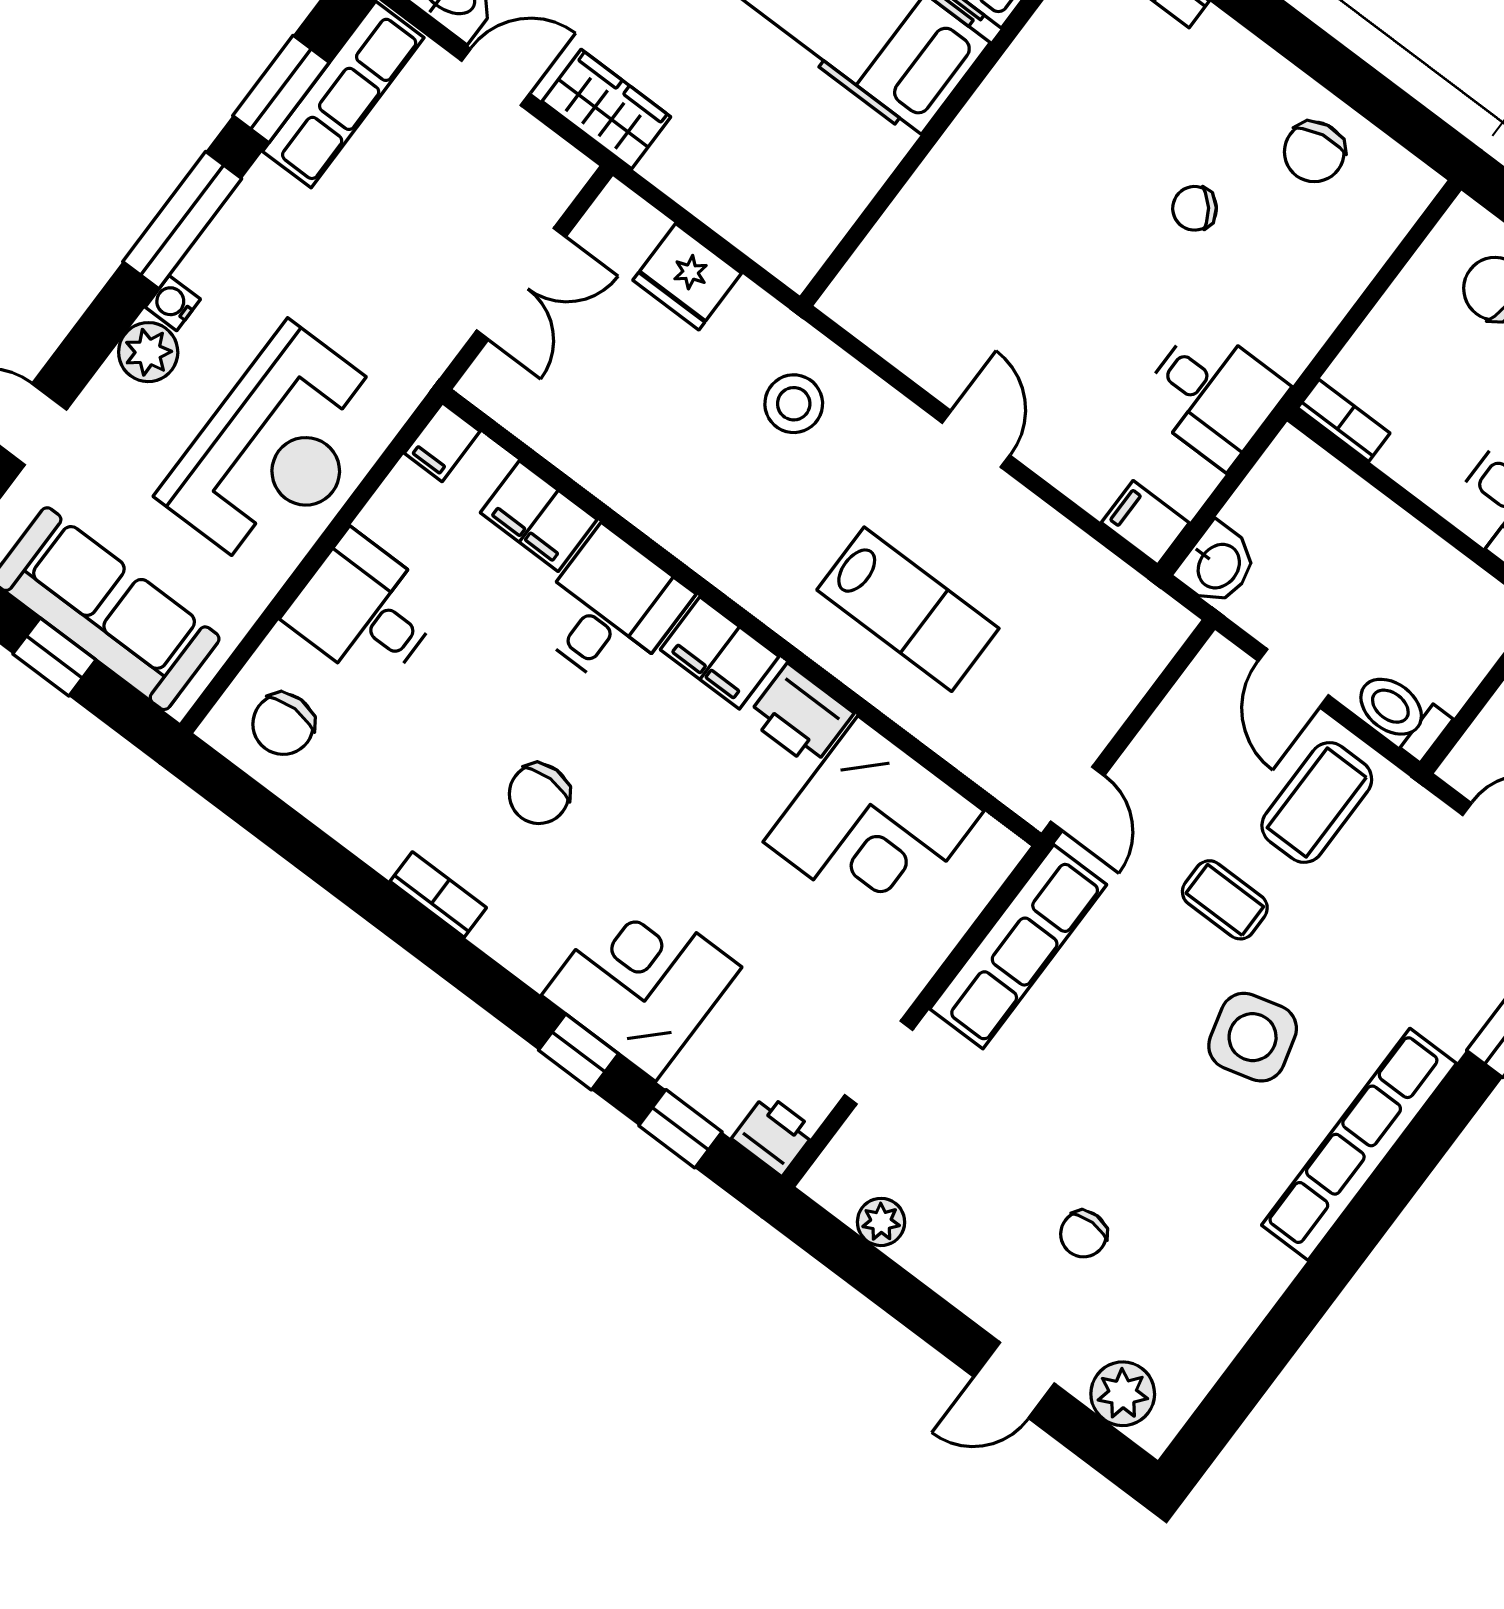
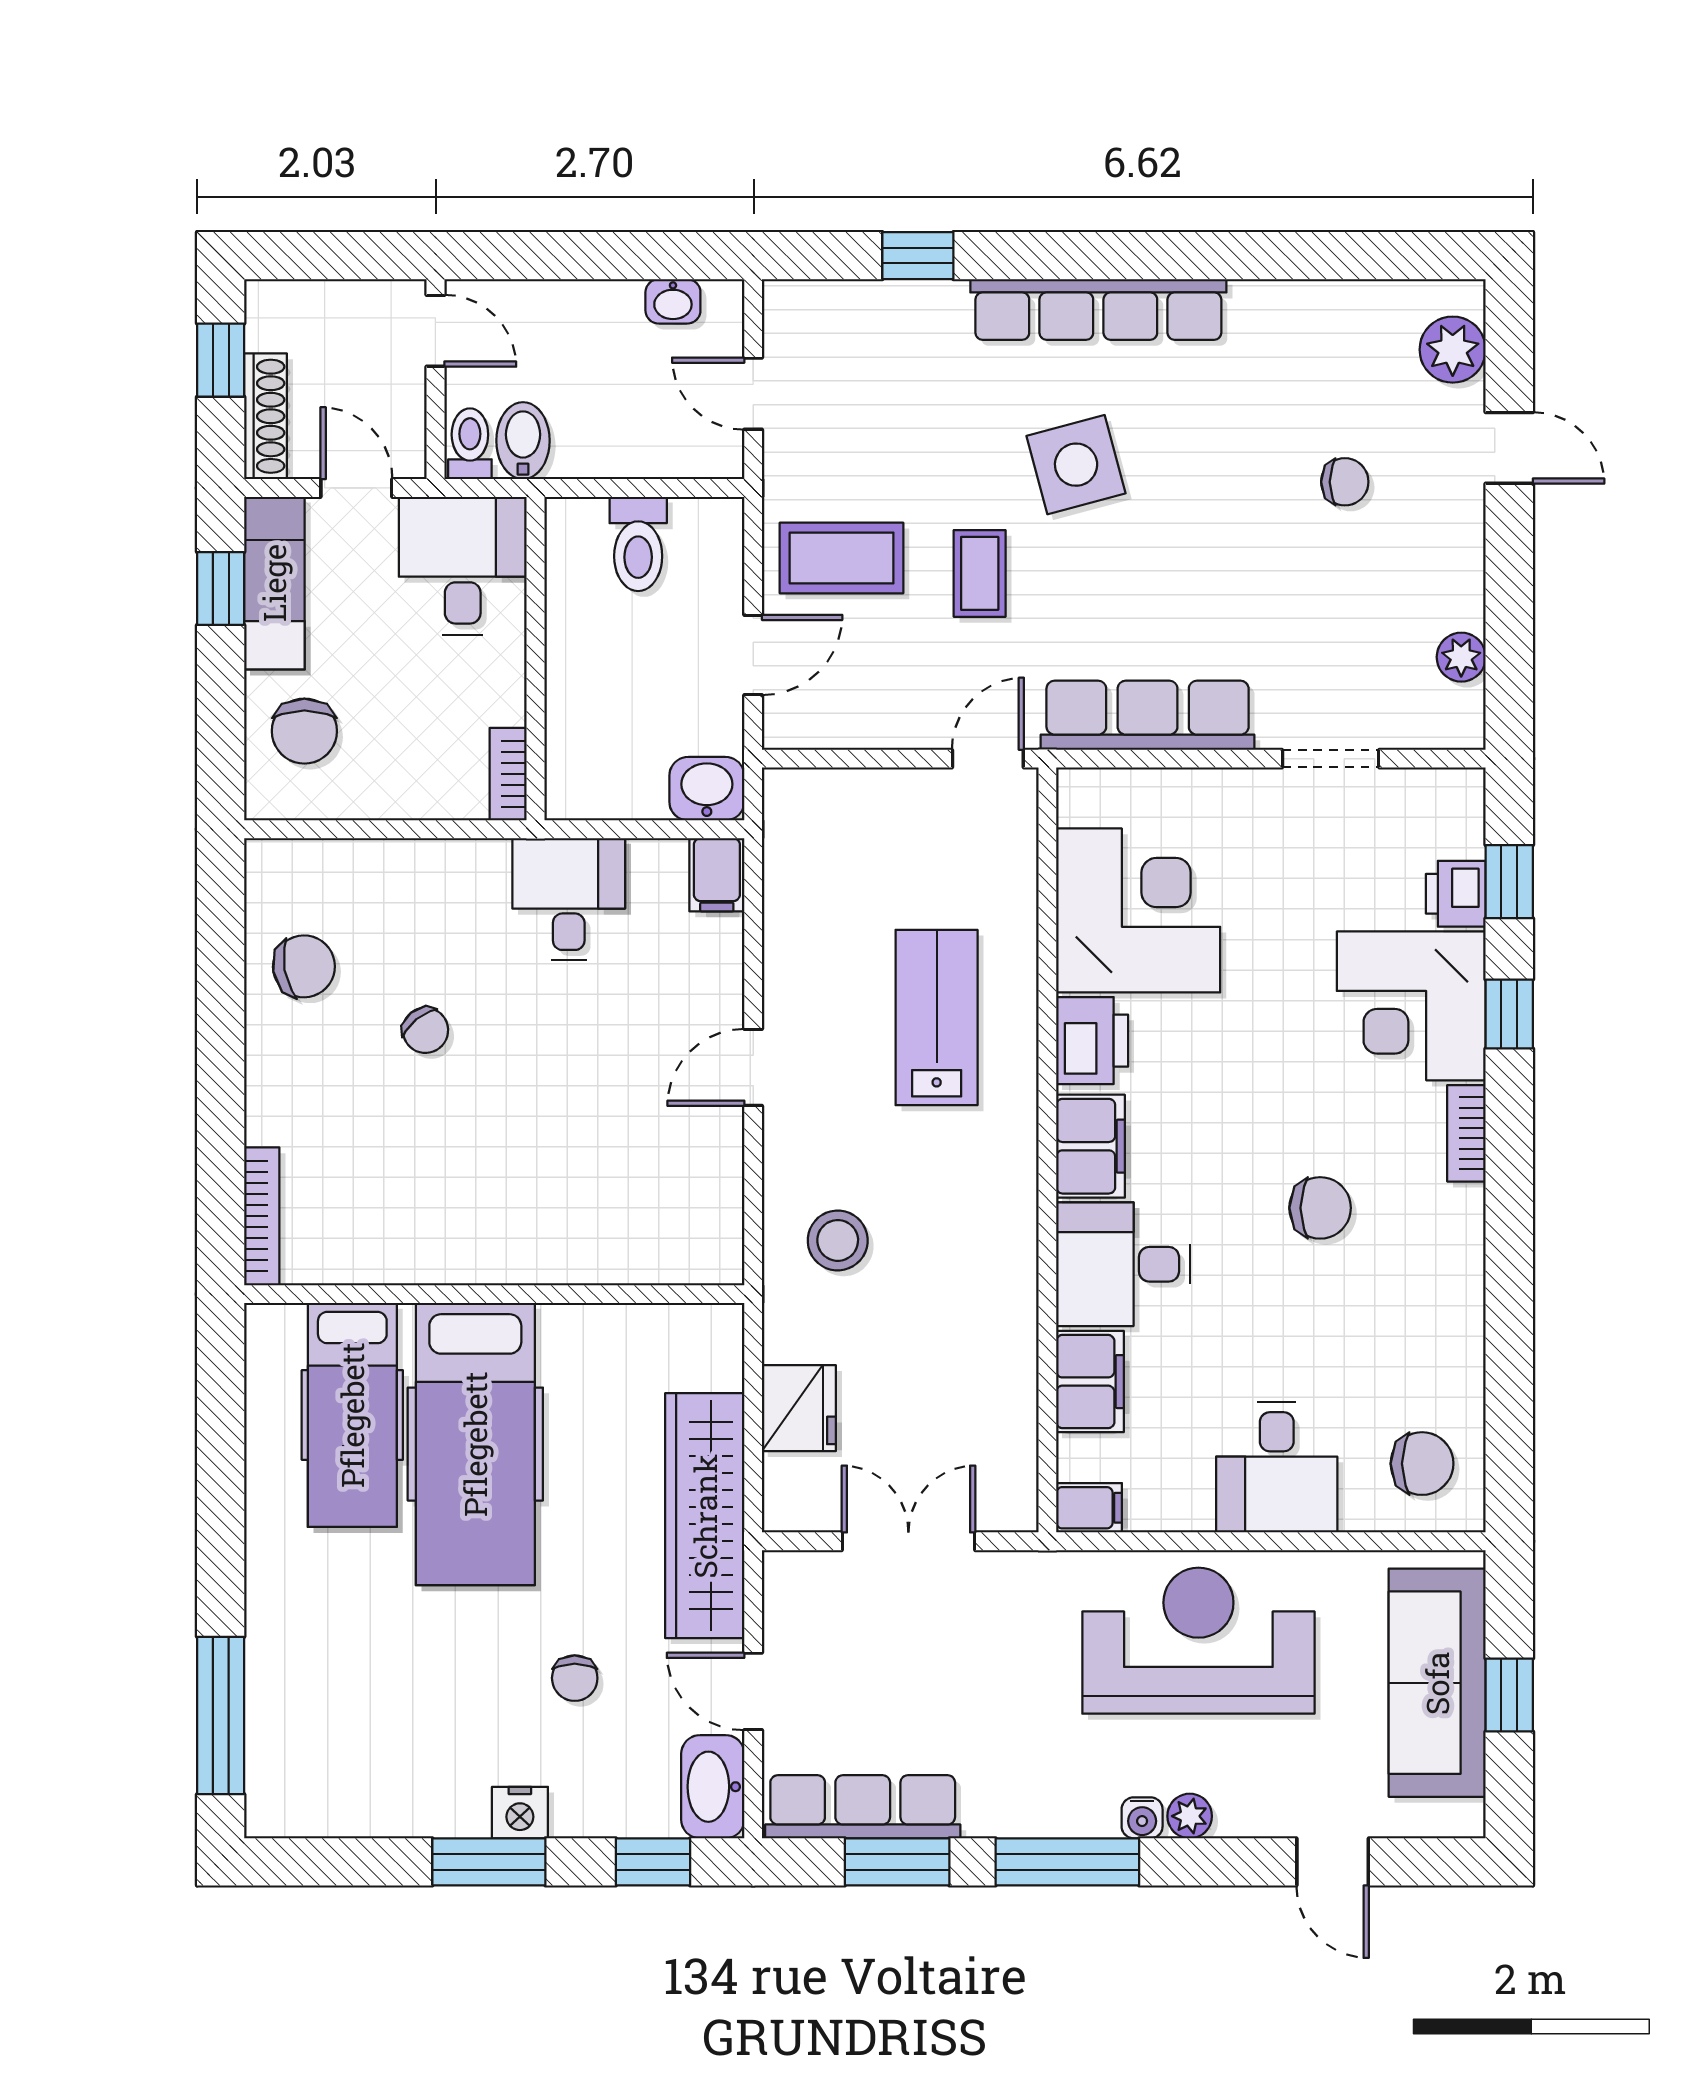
wardrobe: (606, 109) -> (705, 1516), width x2.10, depth x1.17
plant: (148, 352) -> (1190, 1816), width x0.73, depth x0.73
toilet: (1401, 714) -> (638, 544), moved
bookcase: (438, 895) -> (1466, 1133), moved
printer: (774, 1135) -> (1456, 894), moved

